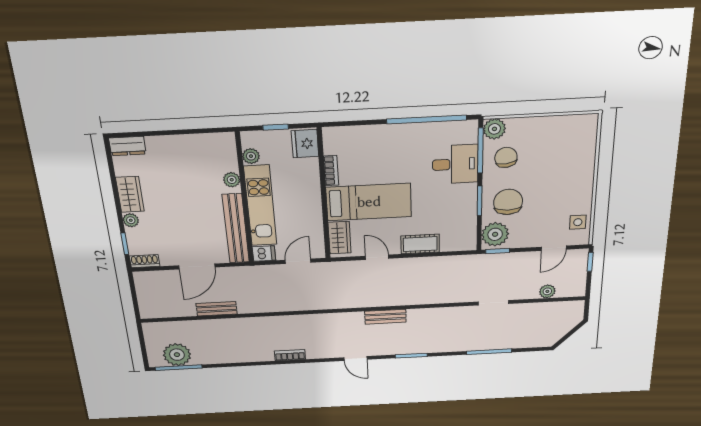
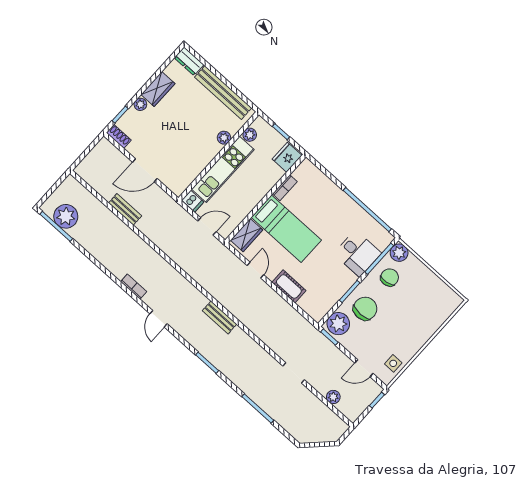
bench: (236, 229) -> (223, 93), moved, turned 90
door: (355, 359) -> (158, 319), moved

